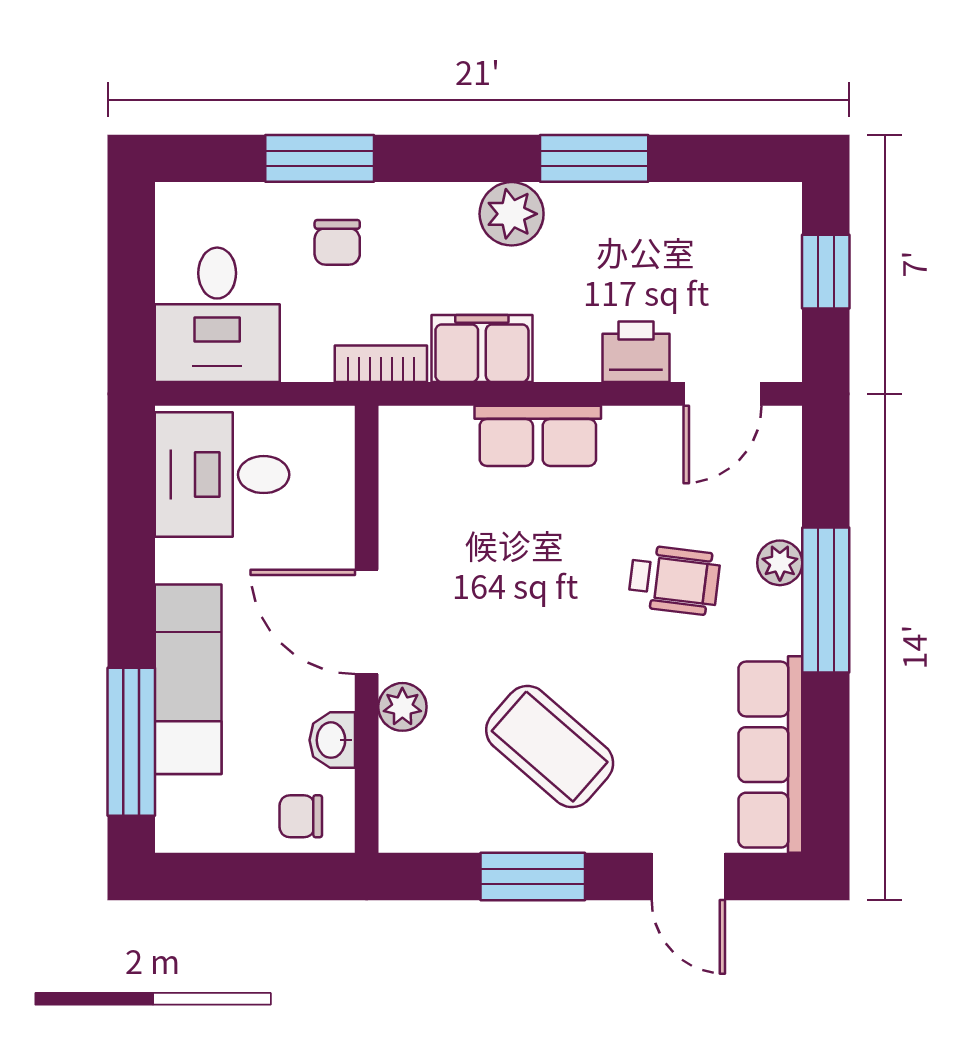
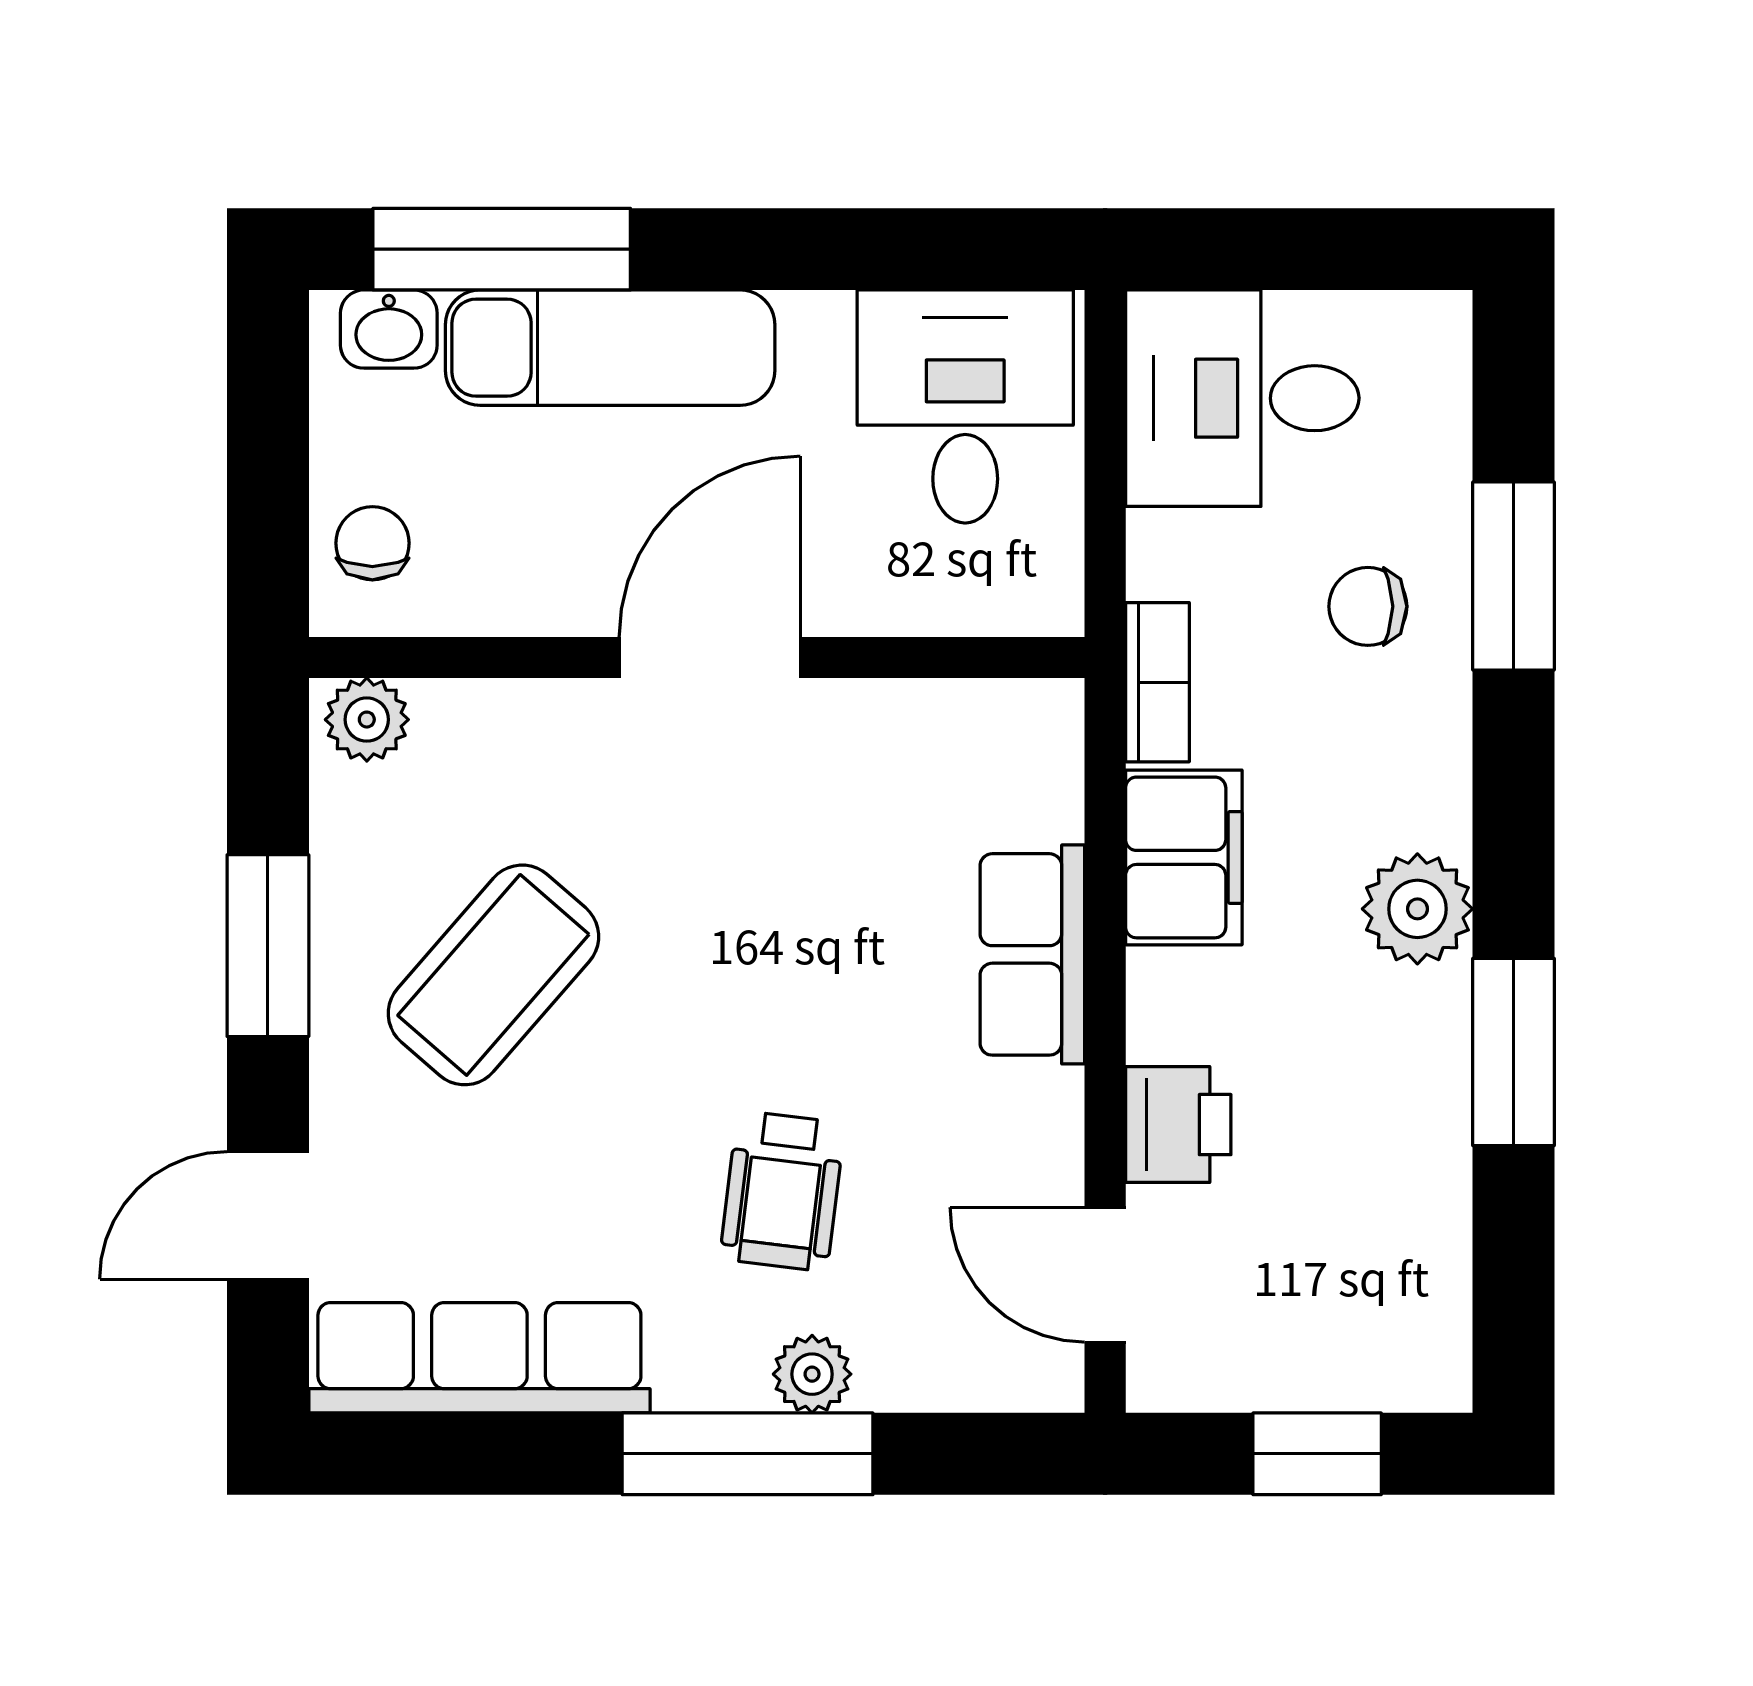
plant: (402, 707) -> (367, 720), moved
washbasin: (332, 740) -> (389, 329), moved, turned 180

